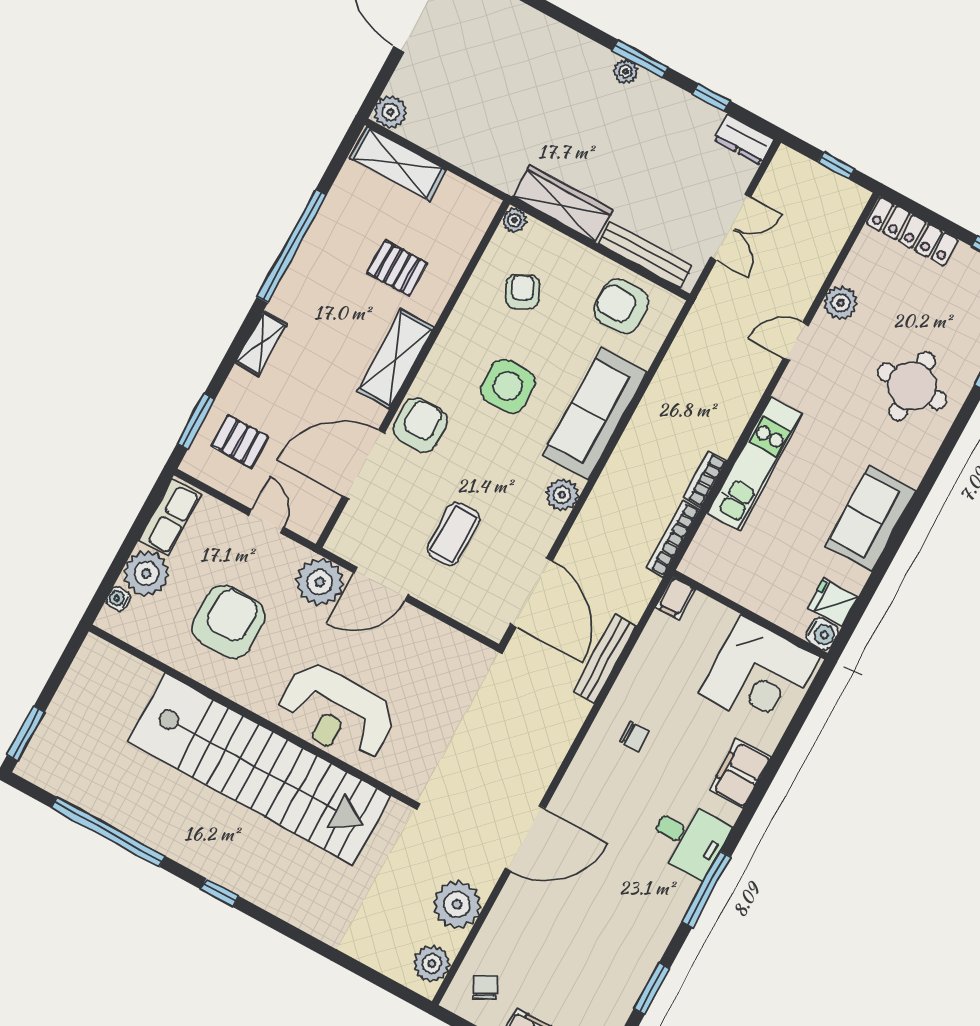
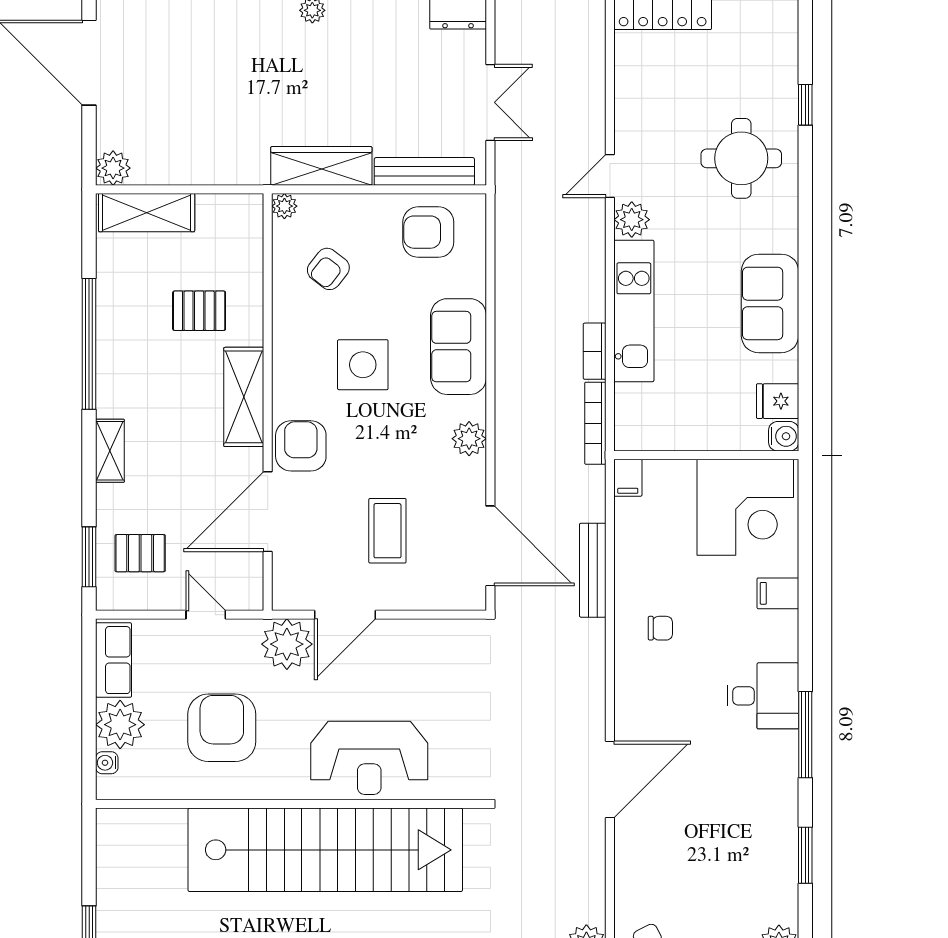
armchair: (522, 292) -> (328, 269), turned -116
plant: (840, 303) -> (632, 220), moved
sofa: (595, 414) -> (458, 347), width x0.73
filing cabinet: (740, 773) -> (778, 593), width x0.50
plant: (457, 905) -> (580, 876), removed

